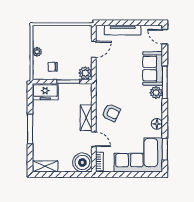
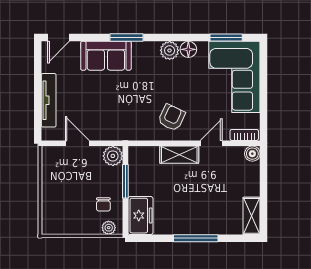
plant: (37, 52) -> (109, 228), moved
window: (165, 82) -> (127, 38), width x0.69
plant: (156, 93) -> (170, 50), moved
boiler: (82, 162) -> (252, 154), width x0.54, depth x0.54

